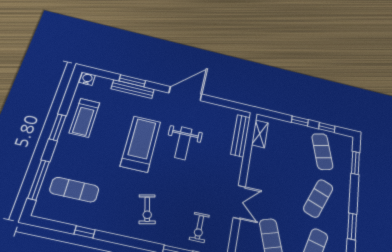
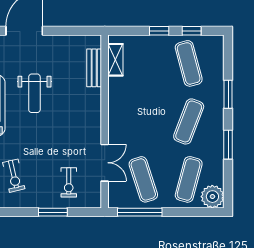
bench: (241, 136) -> (94, 68), width x0.73
window: (355, 163) -> (228, 94), moved
double door: (239, 202) -> (105, 163), moved

